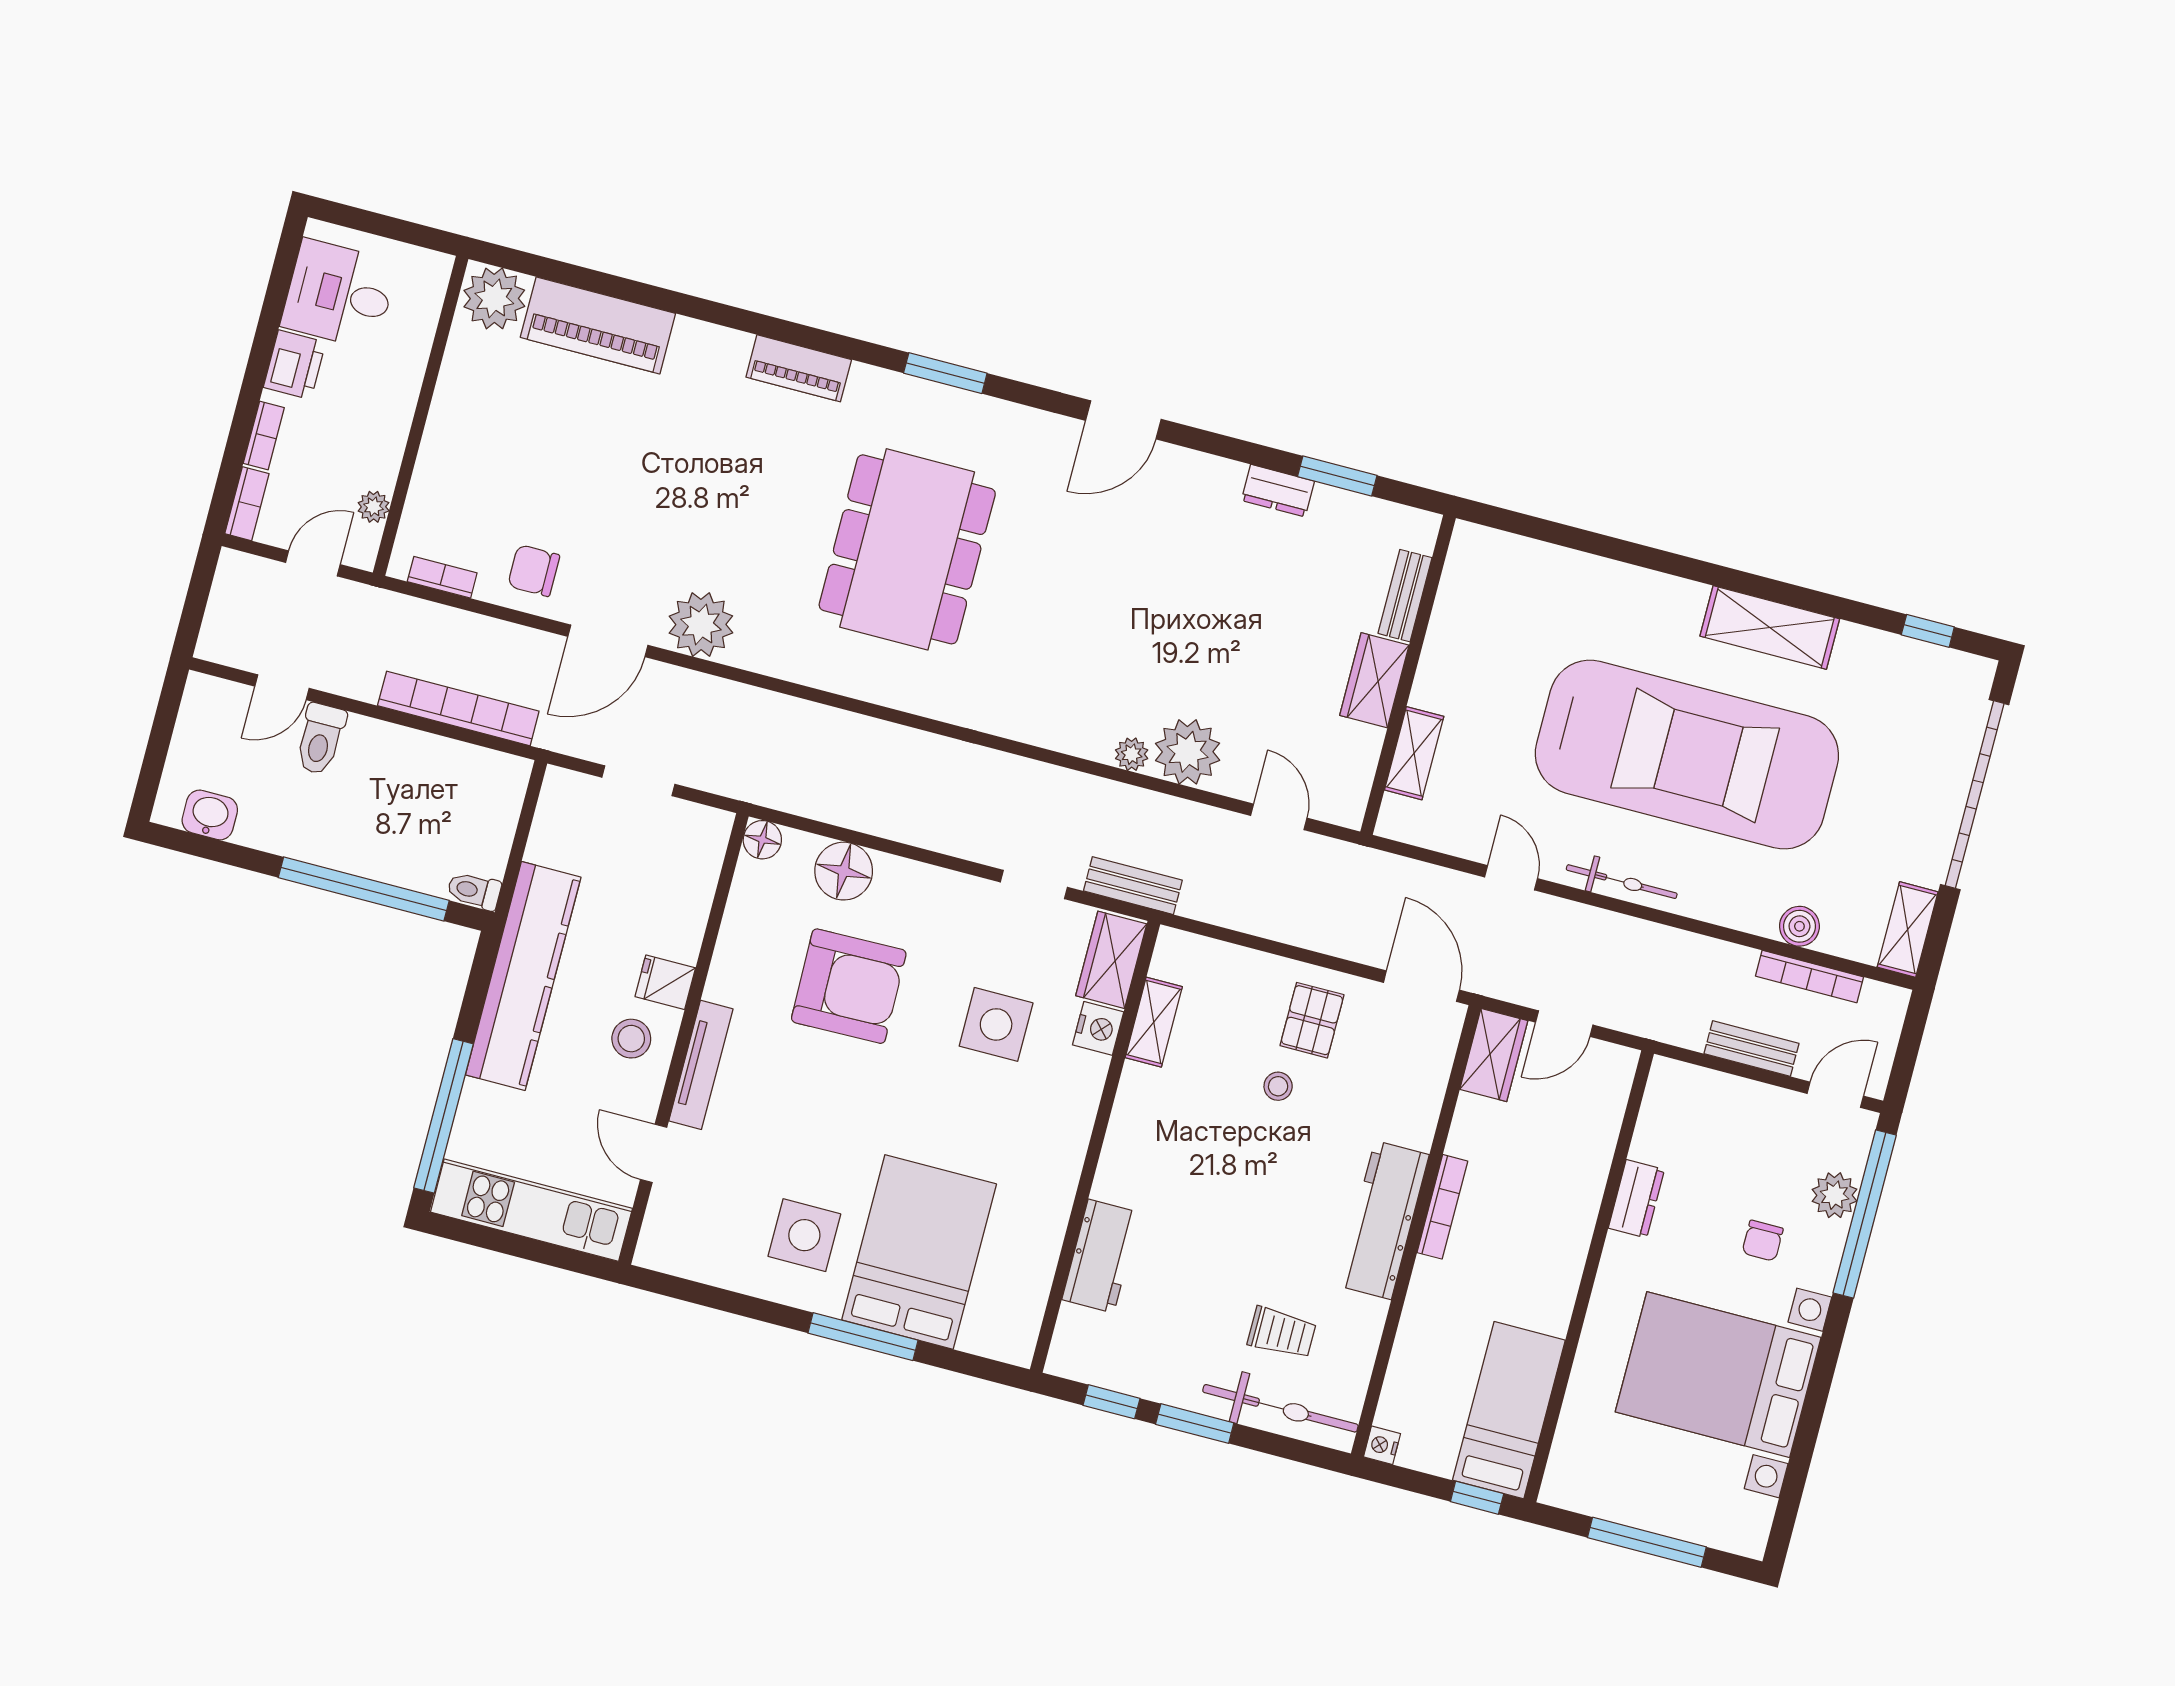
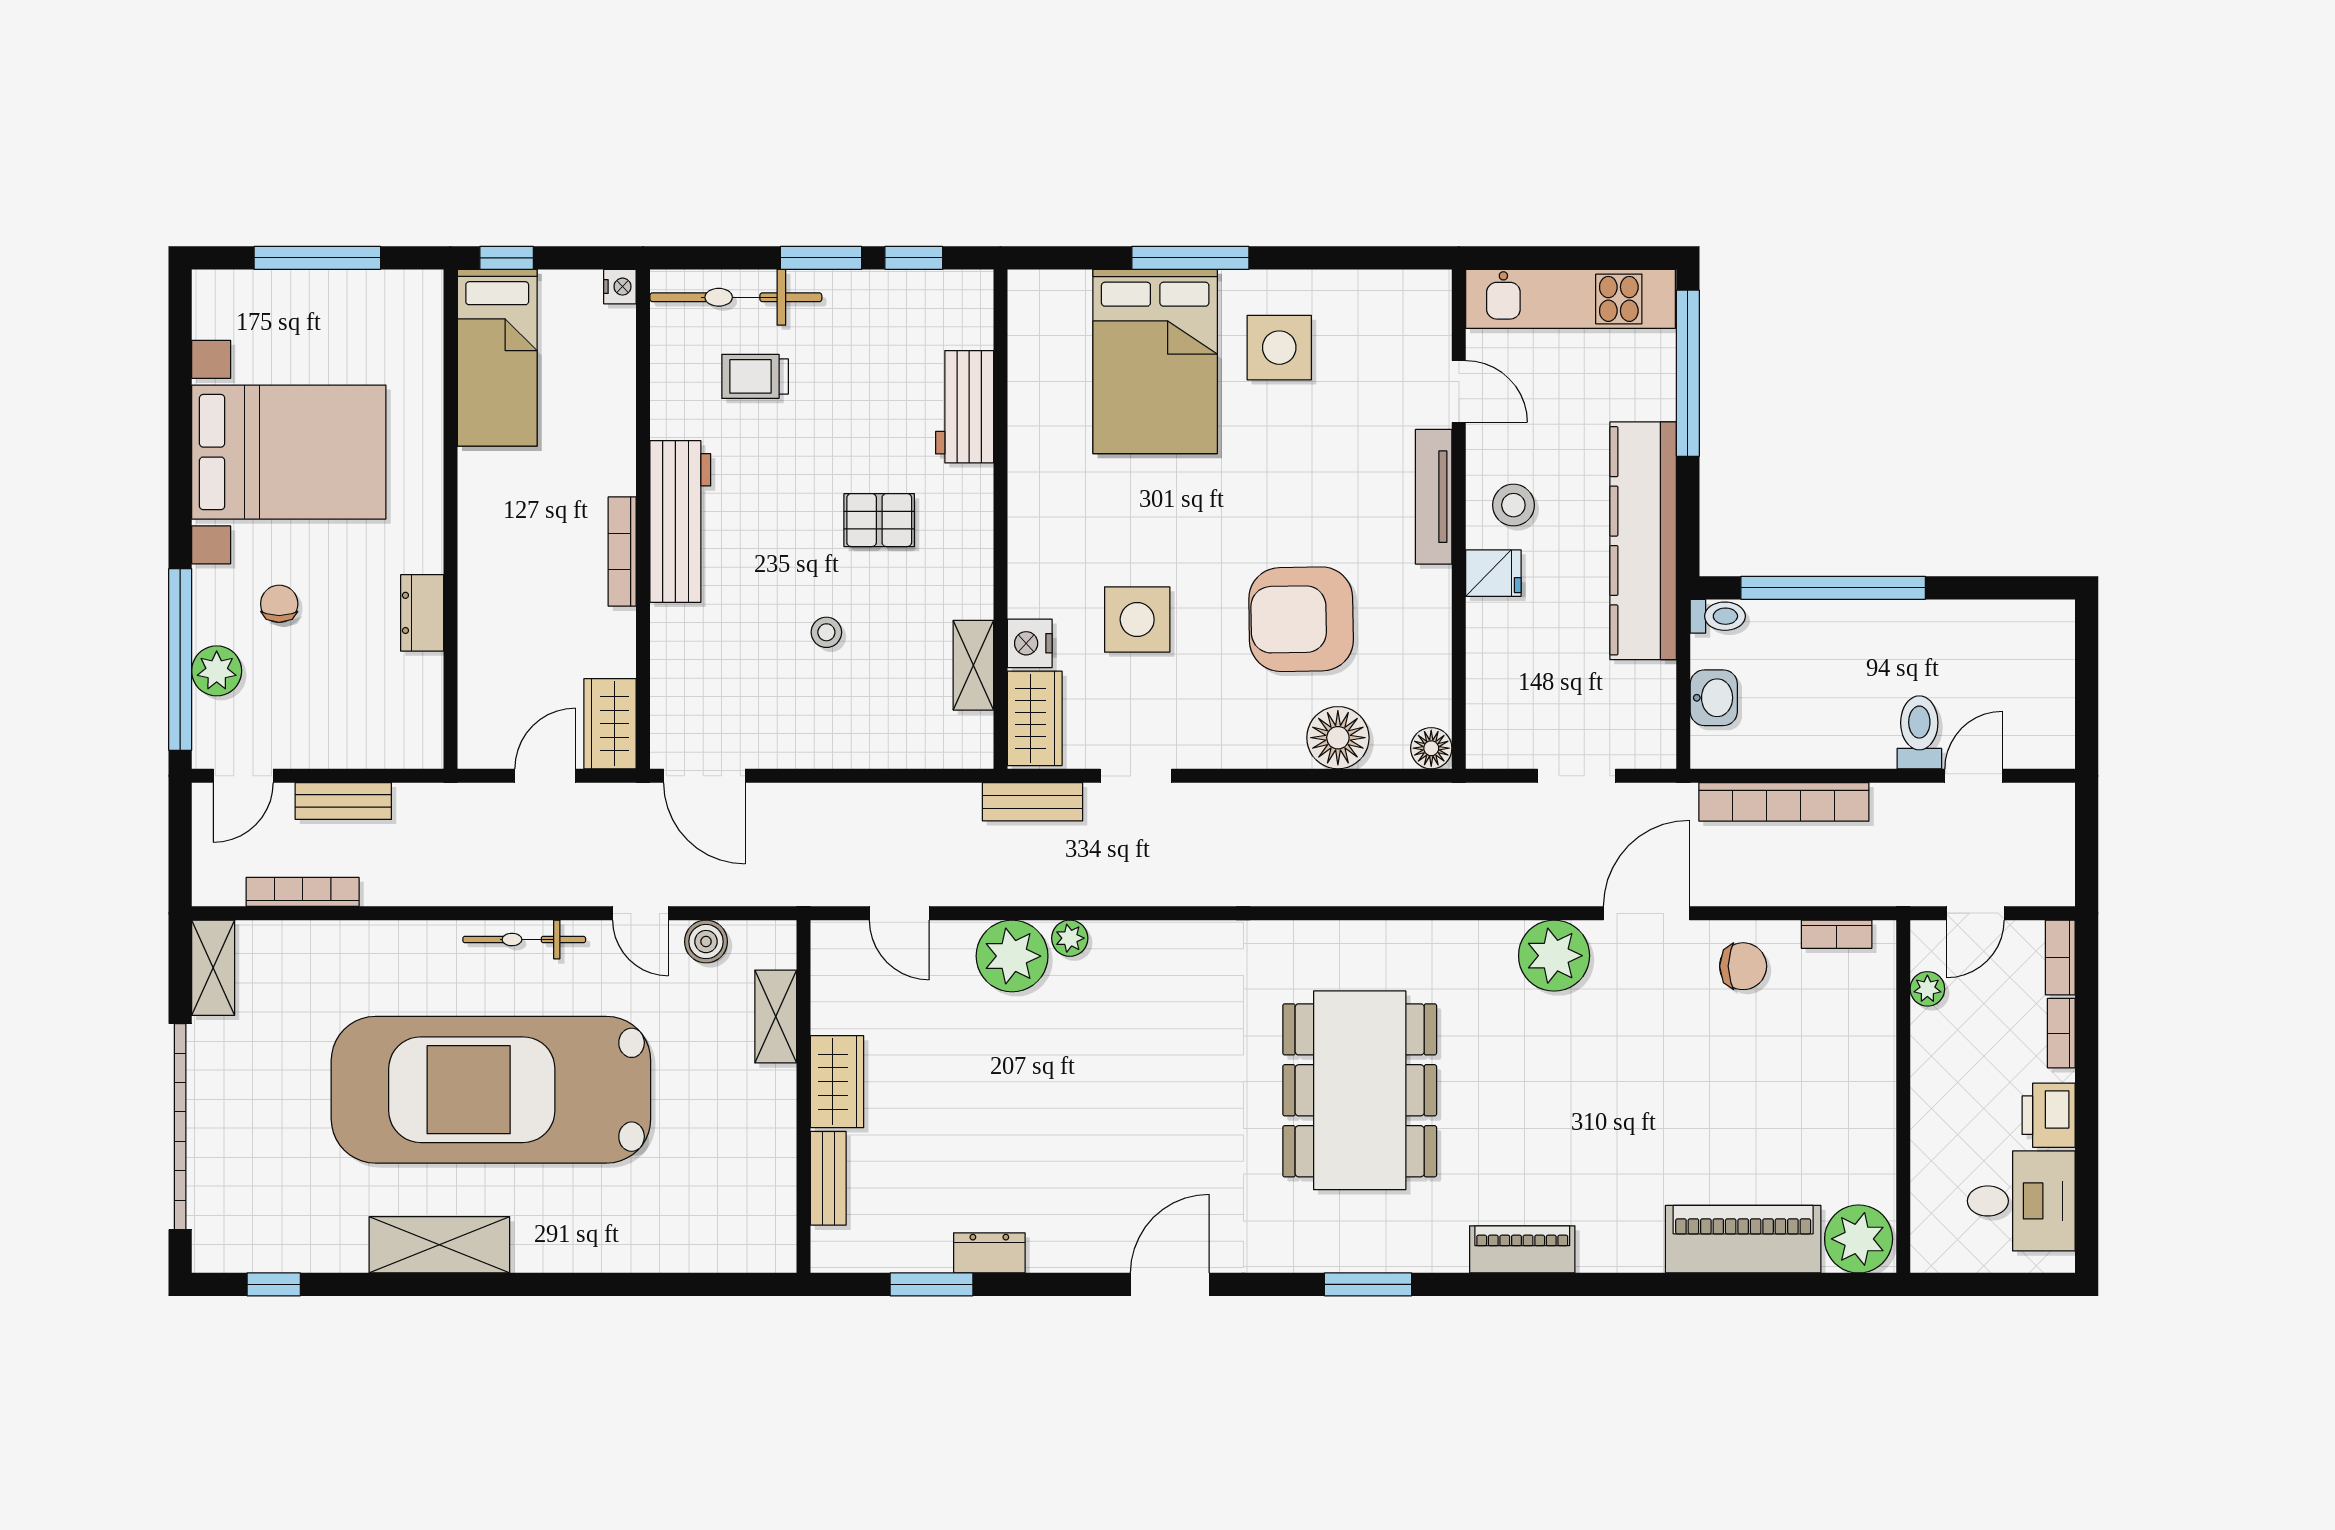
washbasin: (210, 815) -> (1714, 698), moved, turned -90
boiler: (1799, 926) -> (706, 942), moved
pallet: (1312, 1020) -> (879, 520), moved, turned 90

